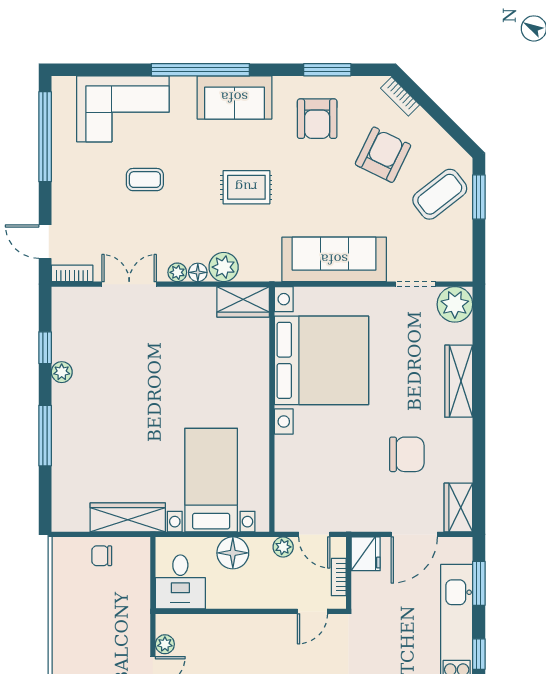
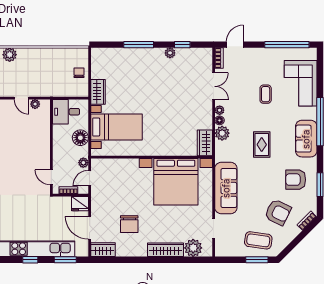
coffee table: (440, 194) -> (258, 240), turned -44
plant: (455, 304) -> (193, 248), moved
wardrobe: (128, 517) -> (98, 92), width x0.67

